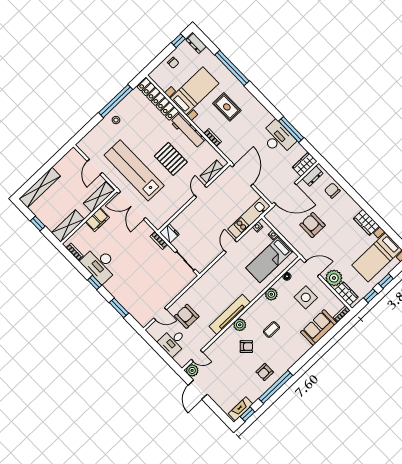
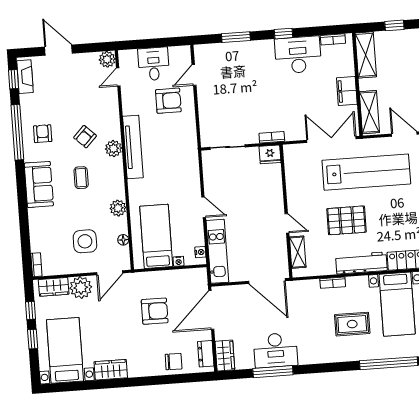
sofa: (319, 328) -> (39, 184), moved
door: (198, 390) -> (58, 50), moved

